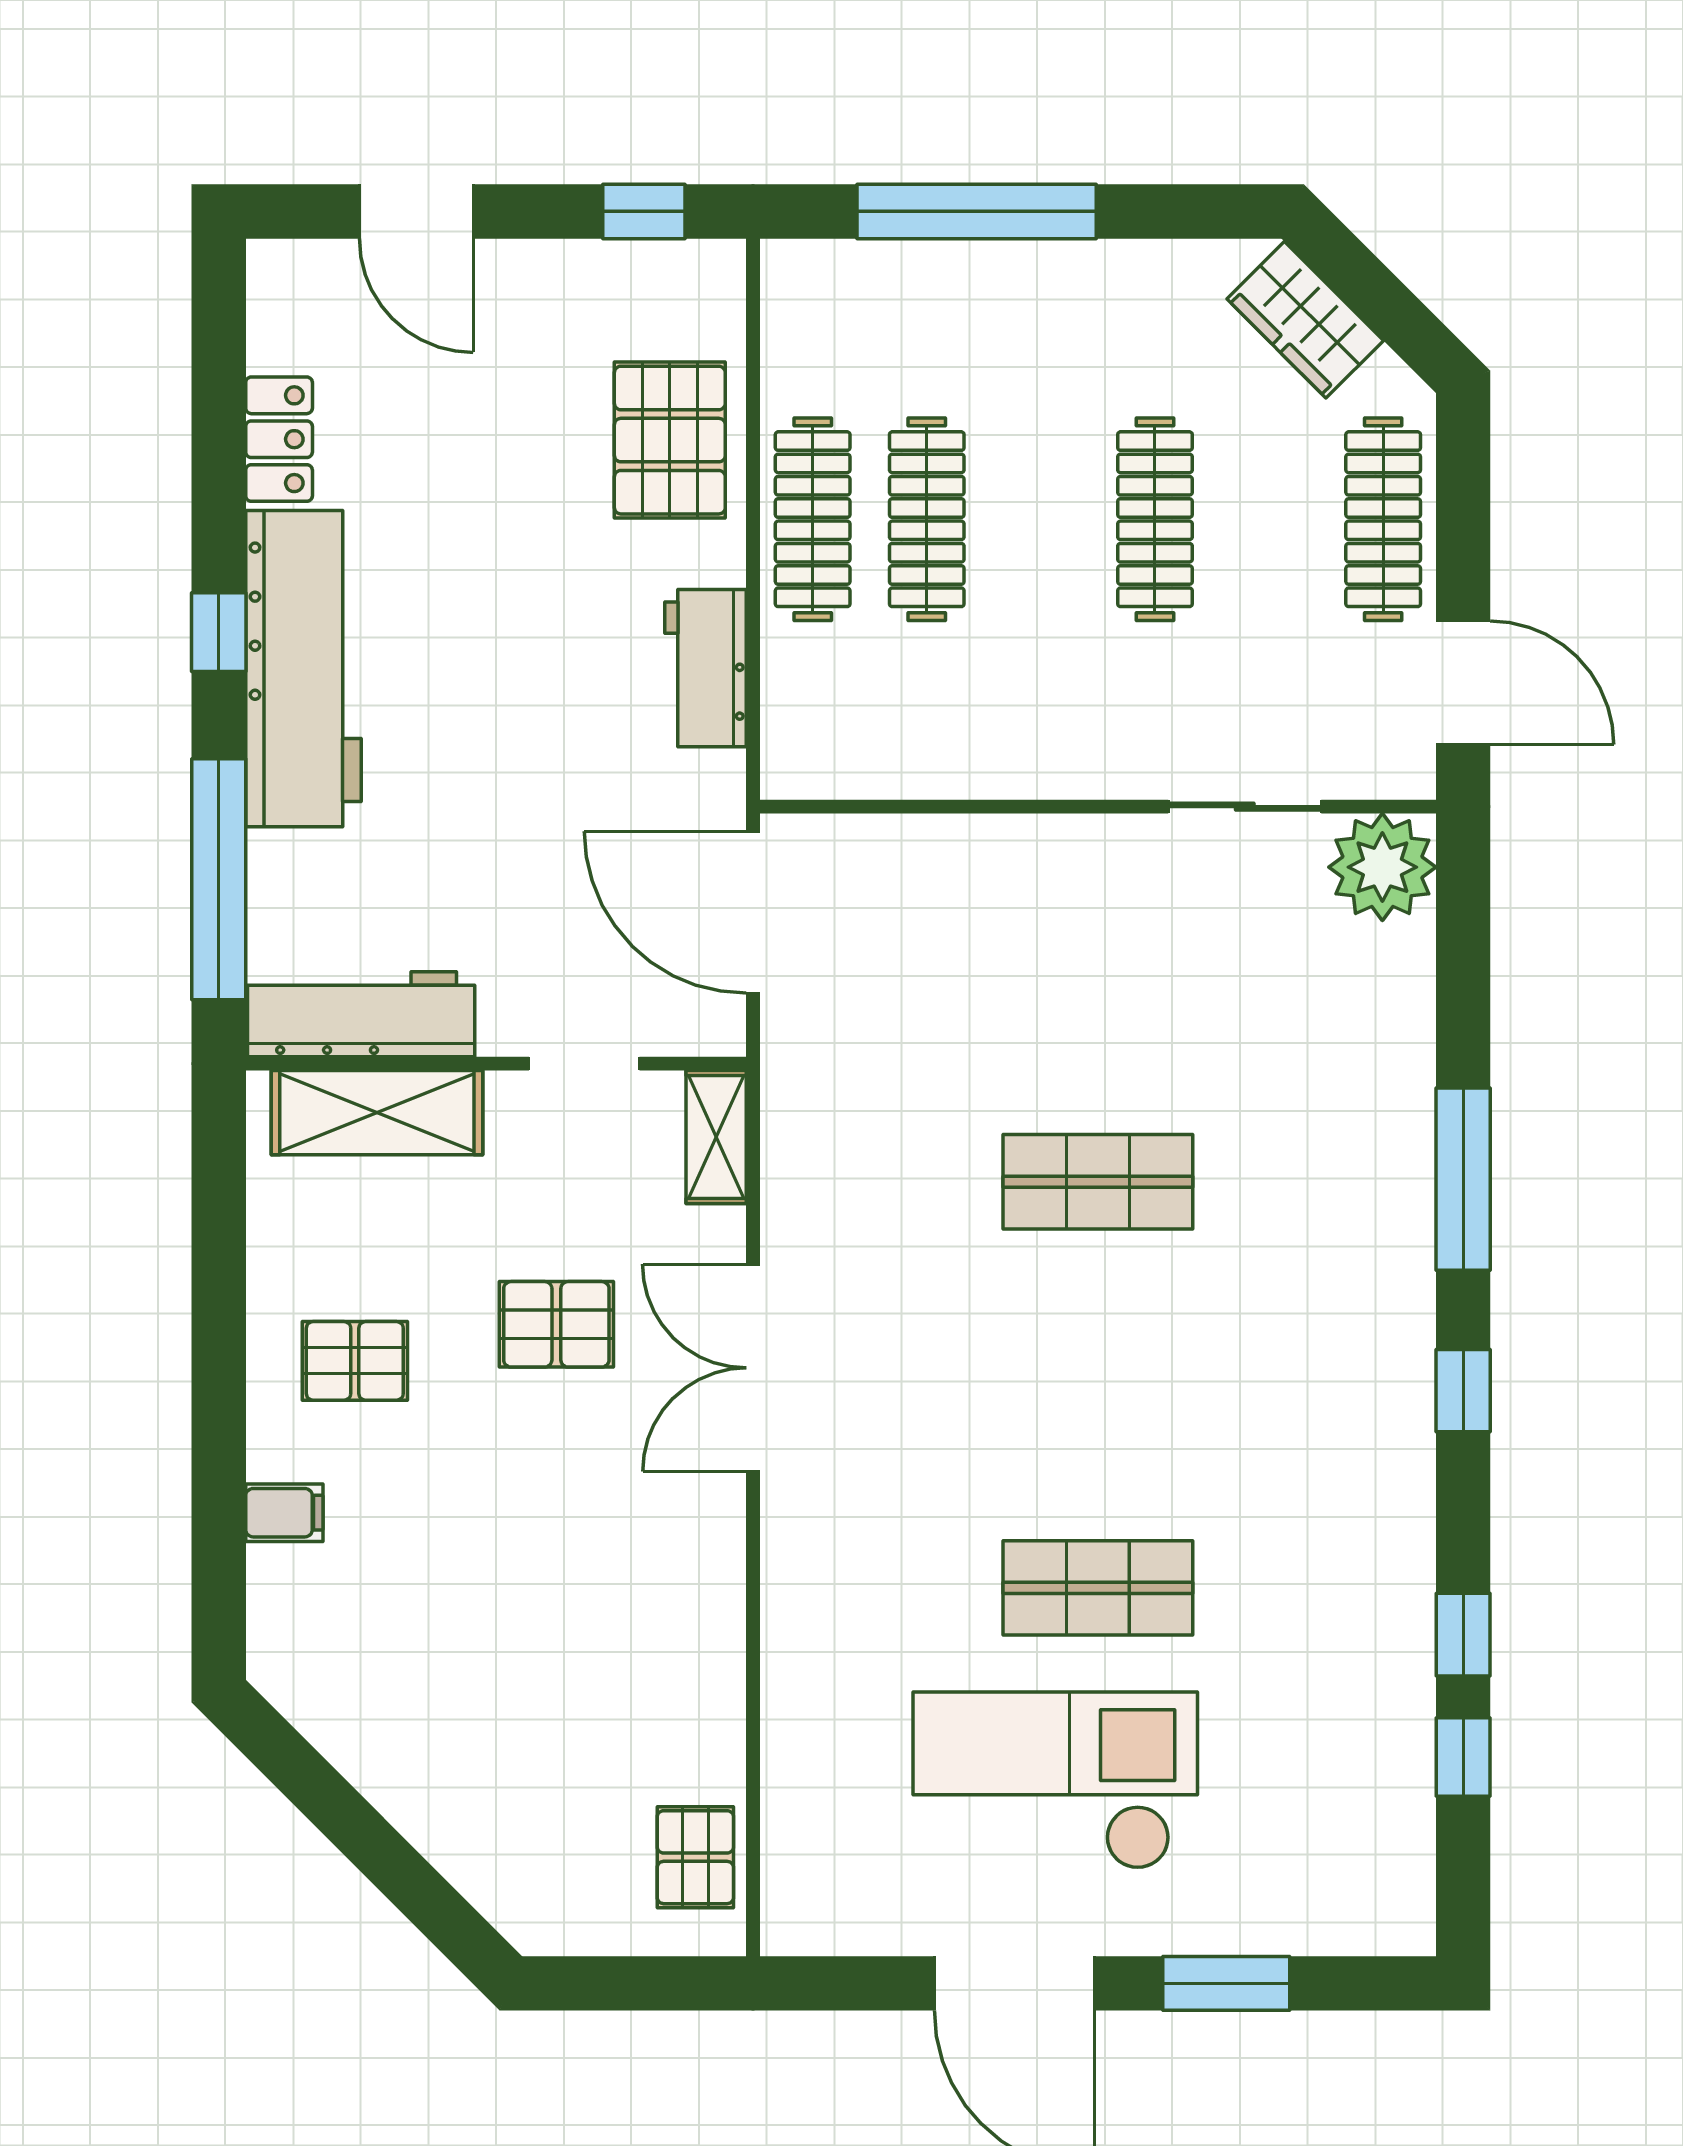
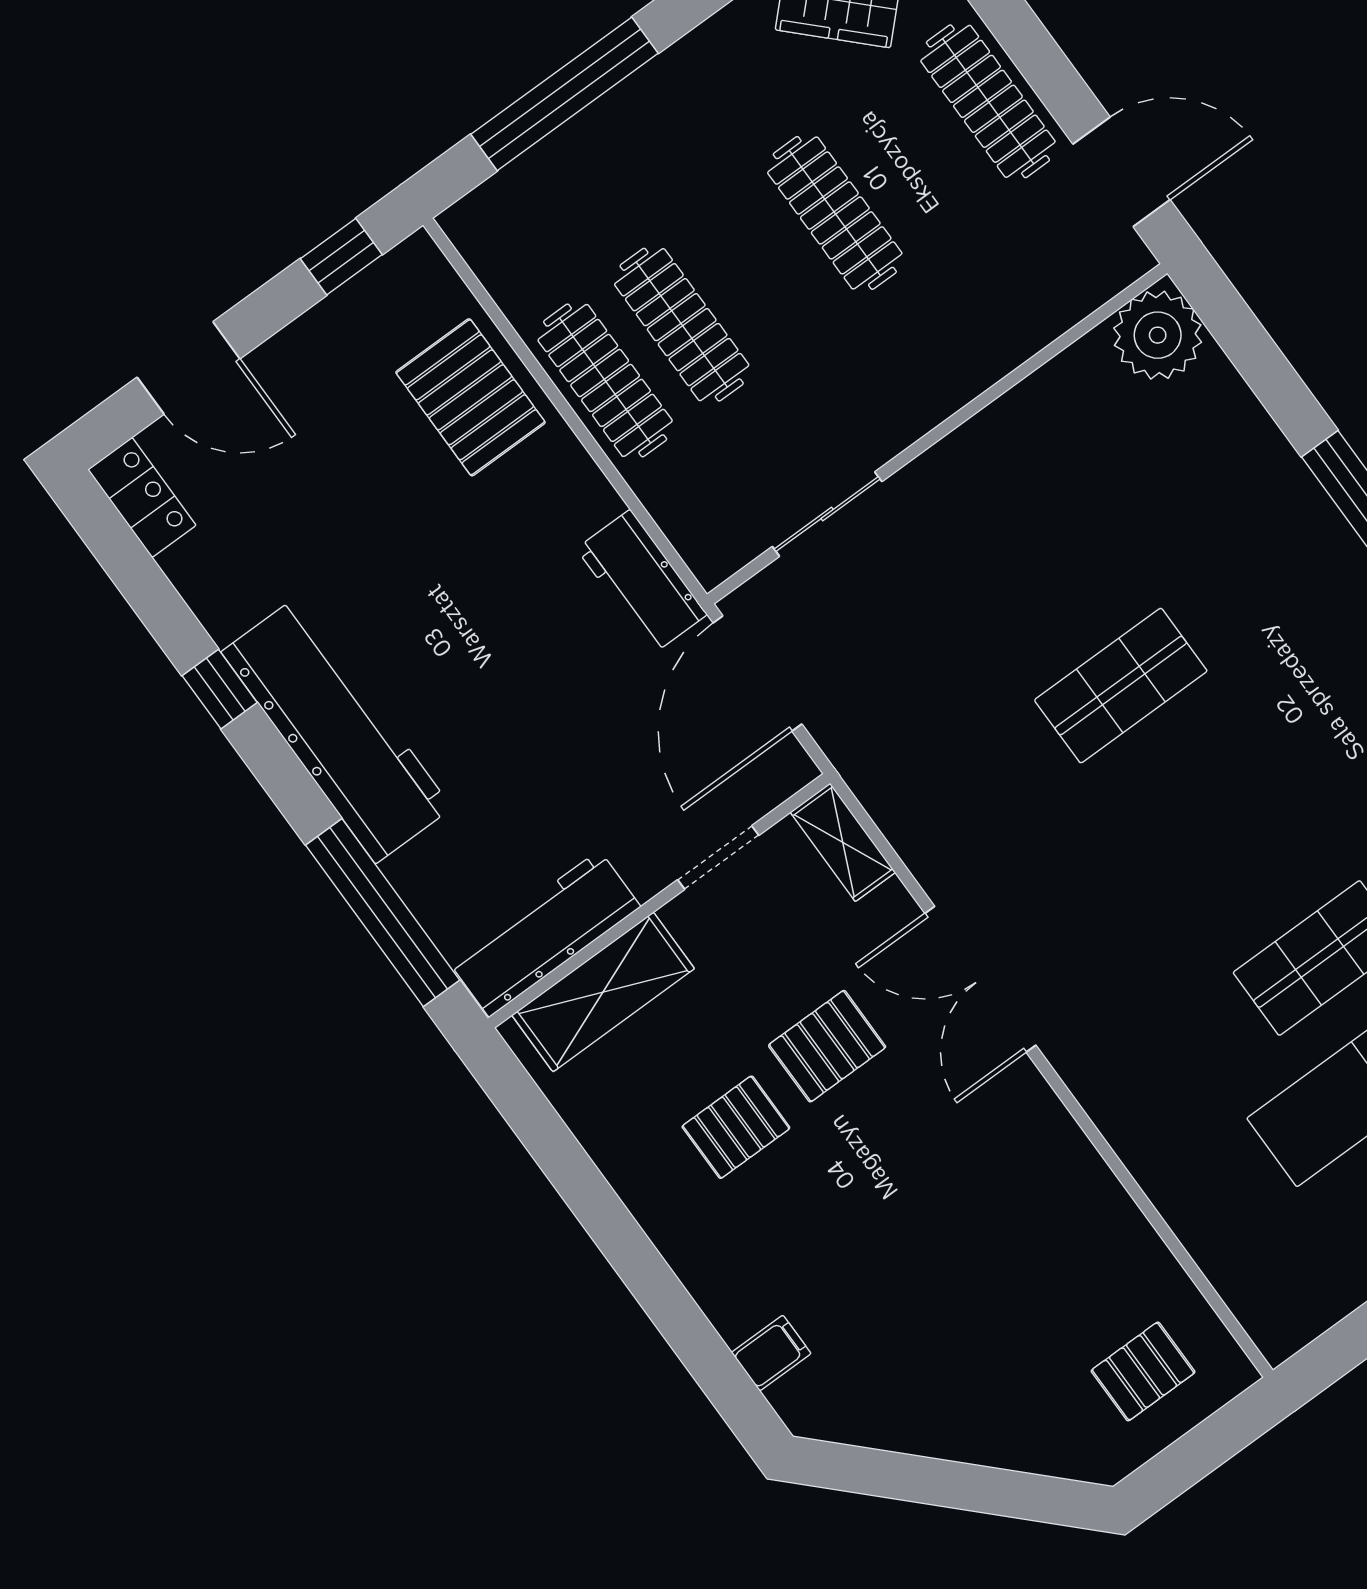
locker: (279, 439) -> (142, 497), moved
window: (219, 632) -> (220, 689), moved
workbench: (706, 668) -> (642, 582), moved
sliding door: (1245, 807) -> (827, 514), moved
door: (753, 912) -> (757, 673), hinge flipped
pallet: (355, 1361) -> (736, 1127), moved
filing cabinet: (284, 1513) -> (771, 1353), moved
pallet: (695, 1857) -> (1143, 1371), moved, turned 90

